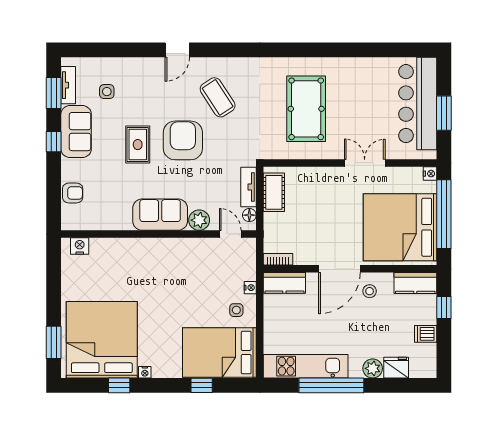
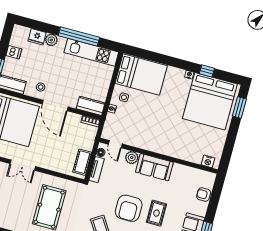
door: (339, 269) -> (55, 105), swing flipped
window: (202, 385) -> (157, 58), removed

